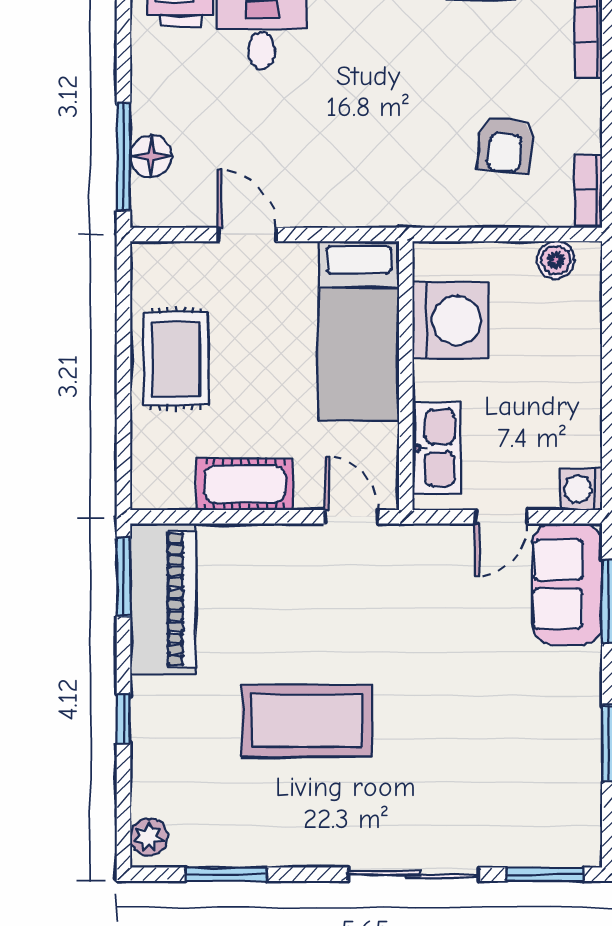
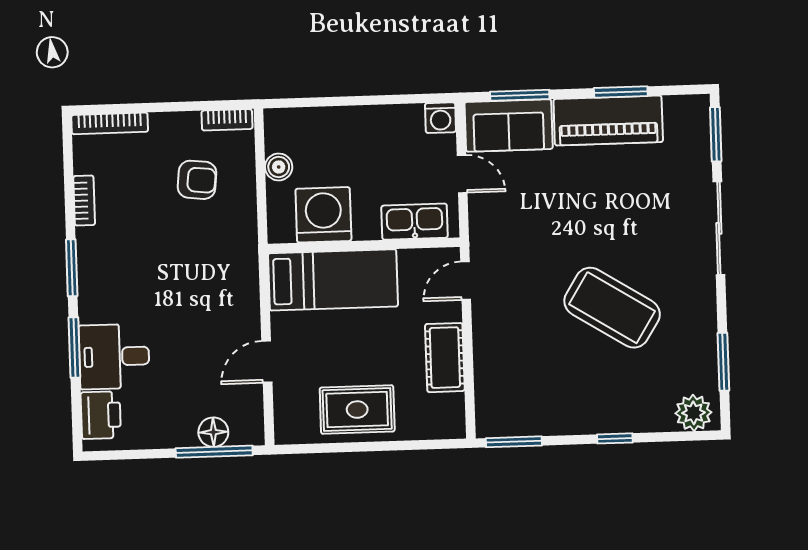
boiler: (556, 260) -> (279, 167), moved
piano: (163, 599) -> (608, 121), moved, turned 180
coffee table: (307, 721) -> (612, 308), turned -58
plant: (149, 837) -> (693, 413), width x1.38, depth x1.38

